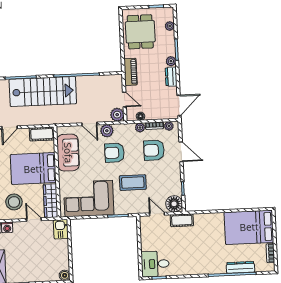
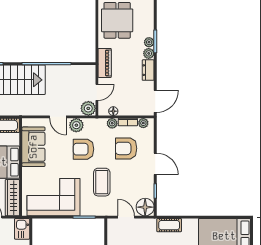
plant: (170, 26) -> (149, 42), moved
door: (124, 99) -> (97, 92), hinge flipped
door: (181, 152) -> (155, 164), moved
coffee table: (133, 183) -> (102, 182), turned 90
cot: (182, 220) -> (169, 225), moved

